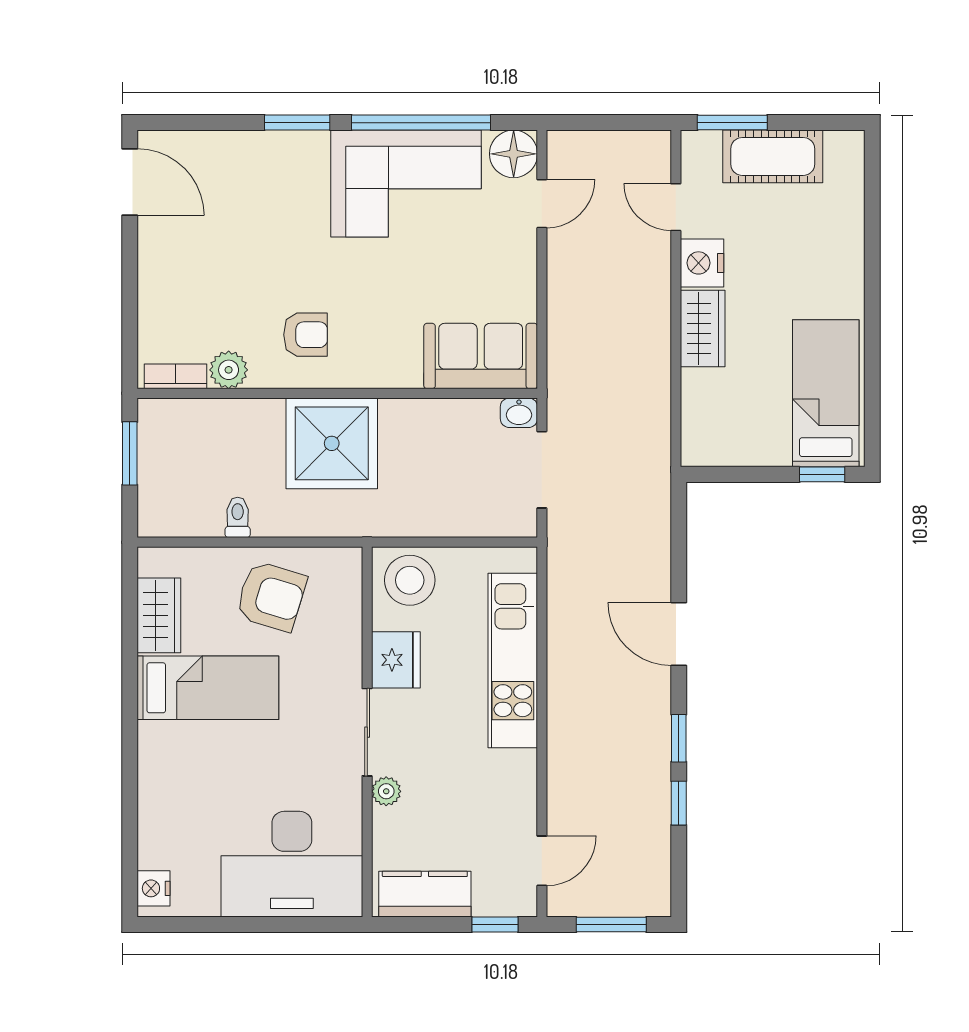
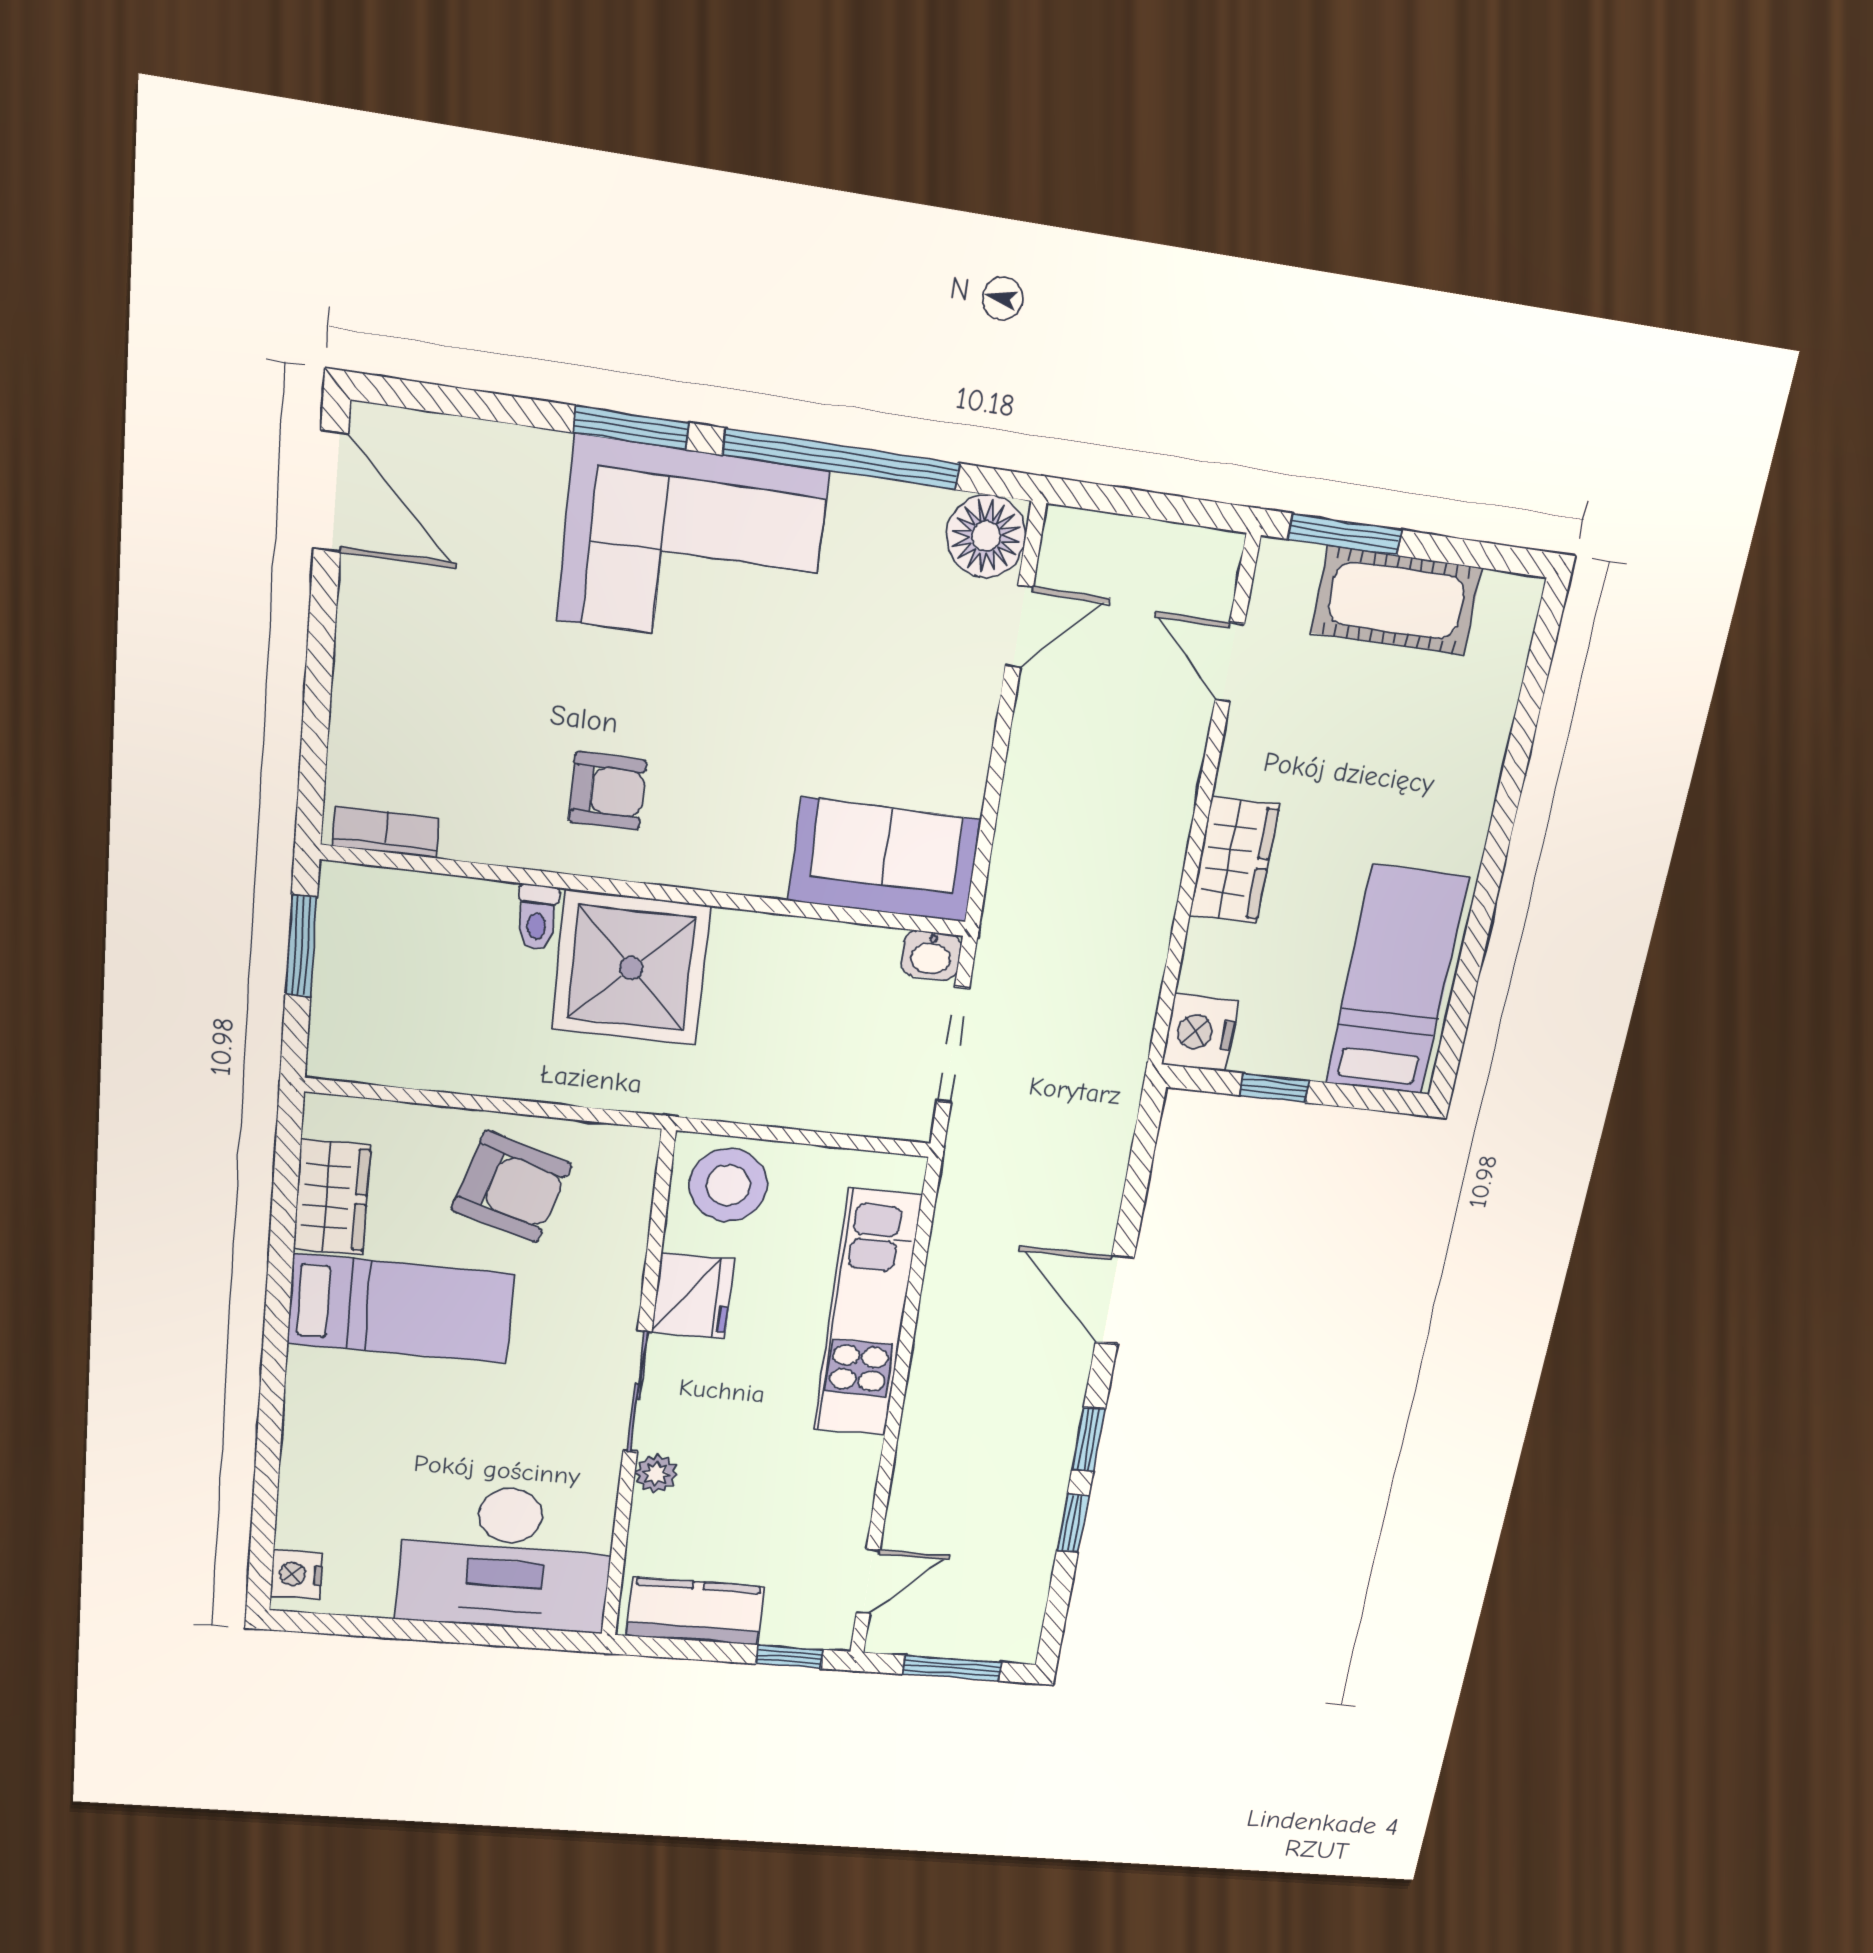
corner sofa: (406, 184) -> (692, 546), moved
nightstand: (702, 263) -> (1200, 1032), moved
plant: (229, 370) -> (475, 832), removed
window: (822, 474) -> (1275, 1088), moved
toilet: (238, 517) -> (537, 917), moved, turned 180

